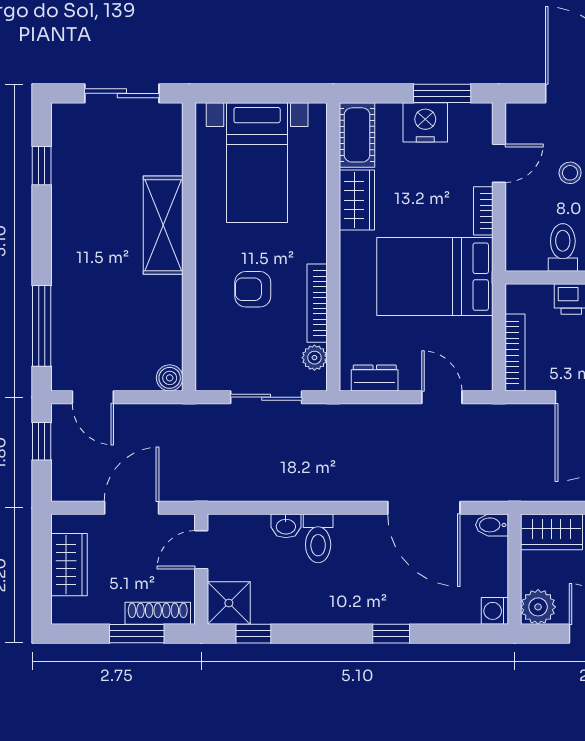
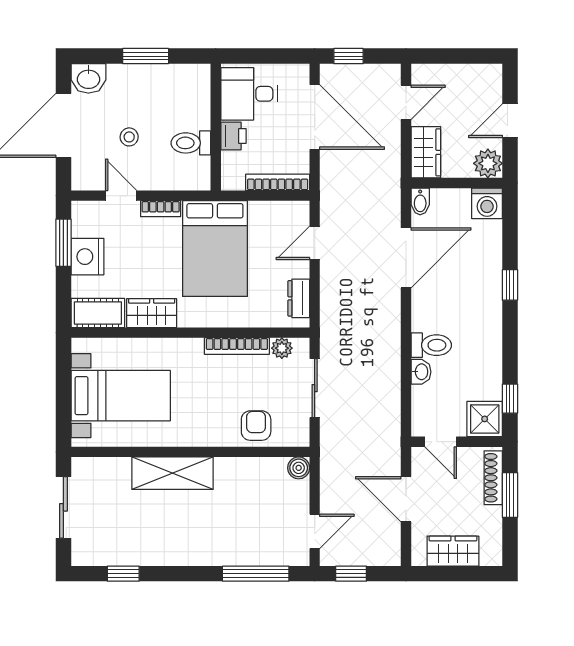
armchair: (253, 289) -> (256, 426), moved, turned 180
washing machine: (495, 611) -> (487, 203), width x1.38, depth x1.38

